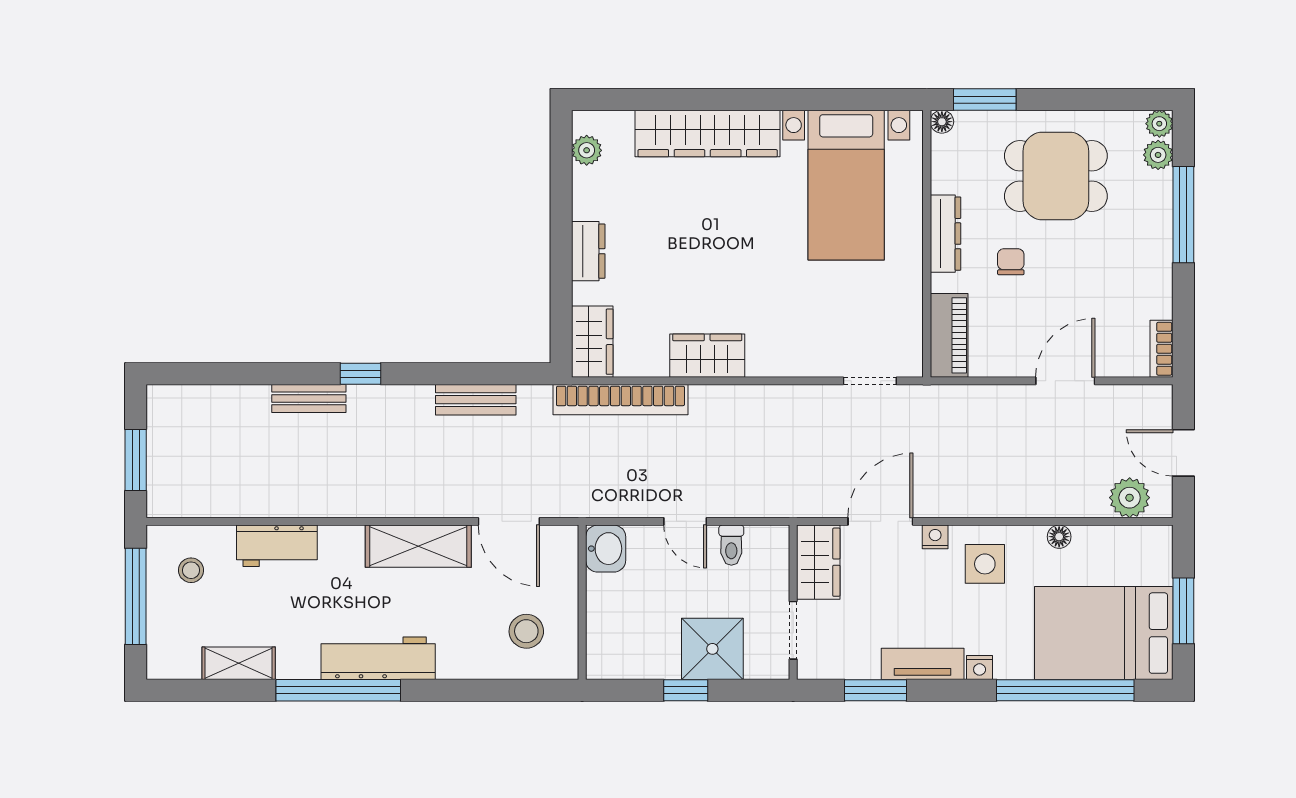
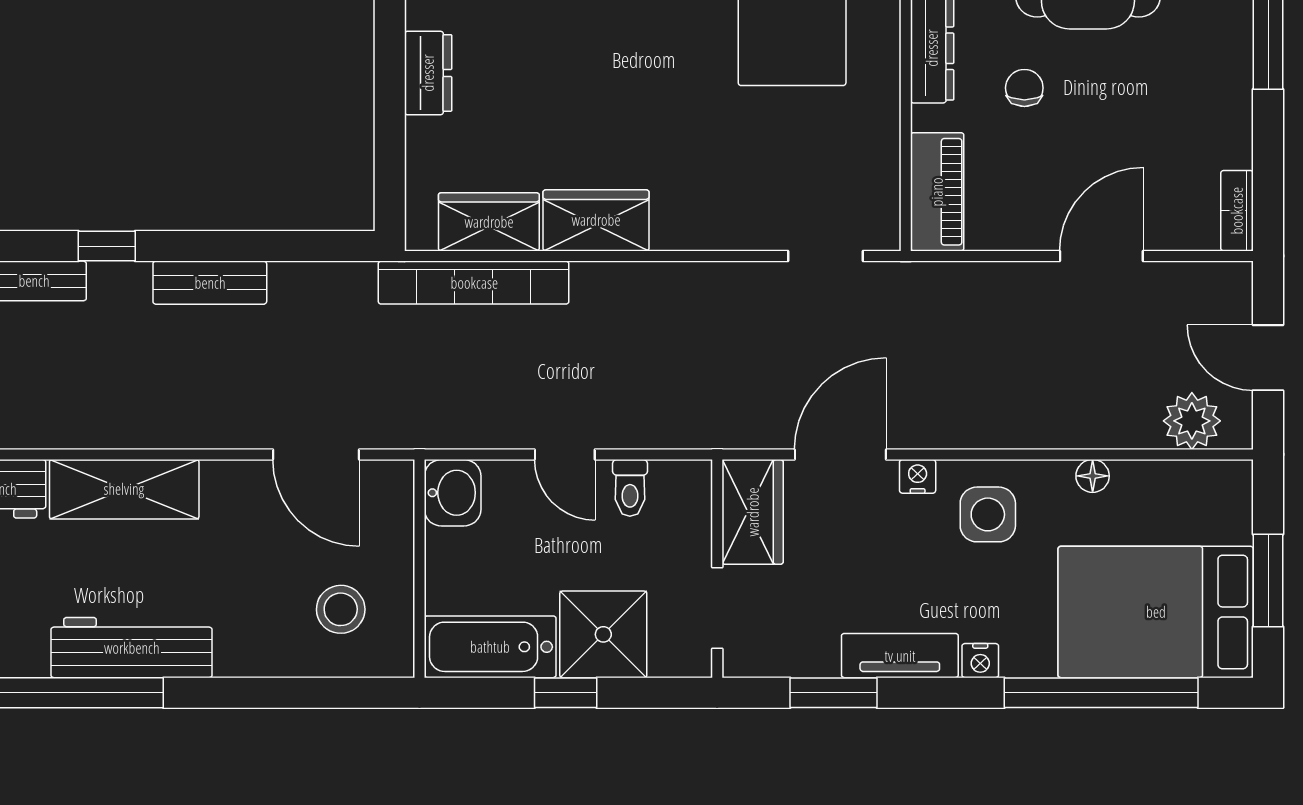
wardrobe: (592, 342) -> (489, 222), moved, turned -90
bench: (476, 400) -> (210, 283), moved
shelving: (418, 546) -> (124, 489), moved
bathtub: (632, 658) -> (490, 647), added

